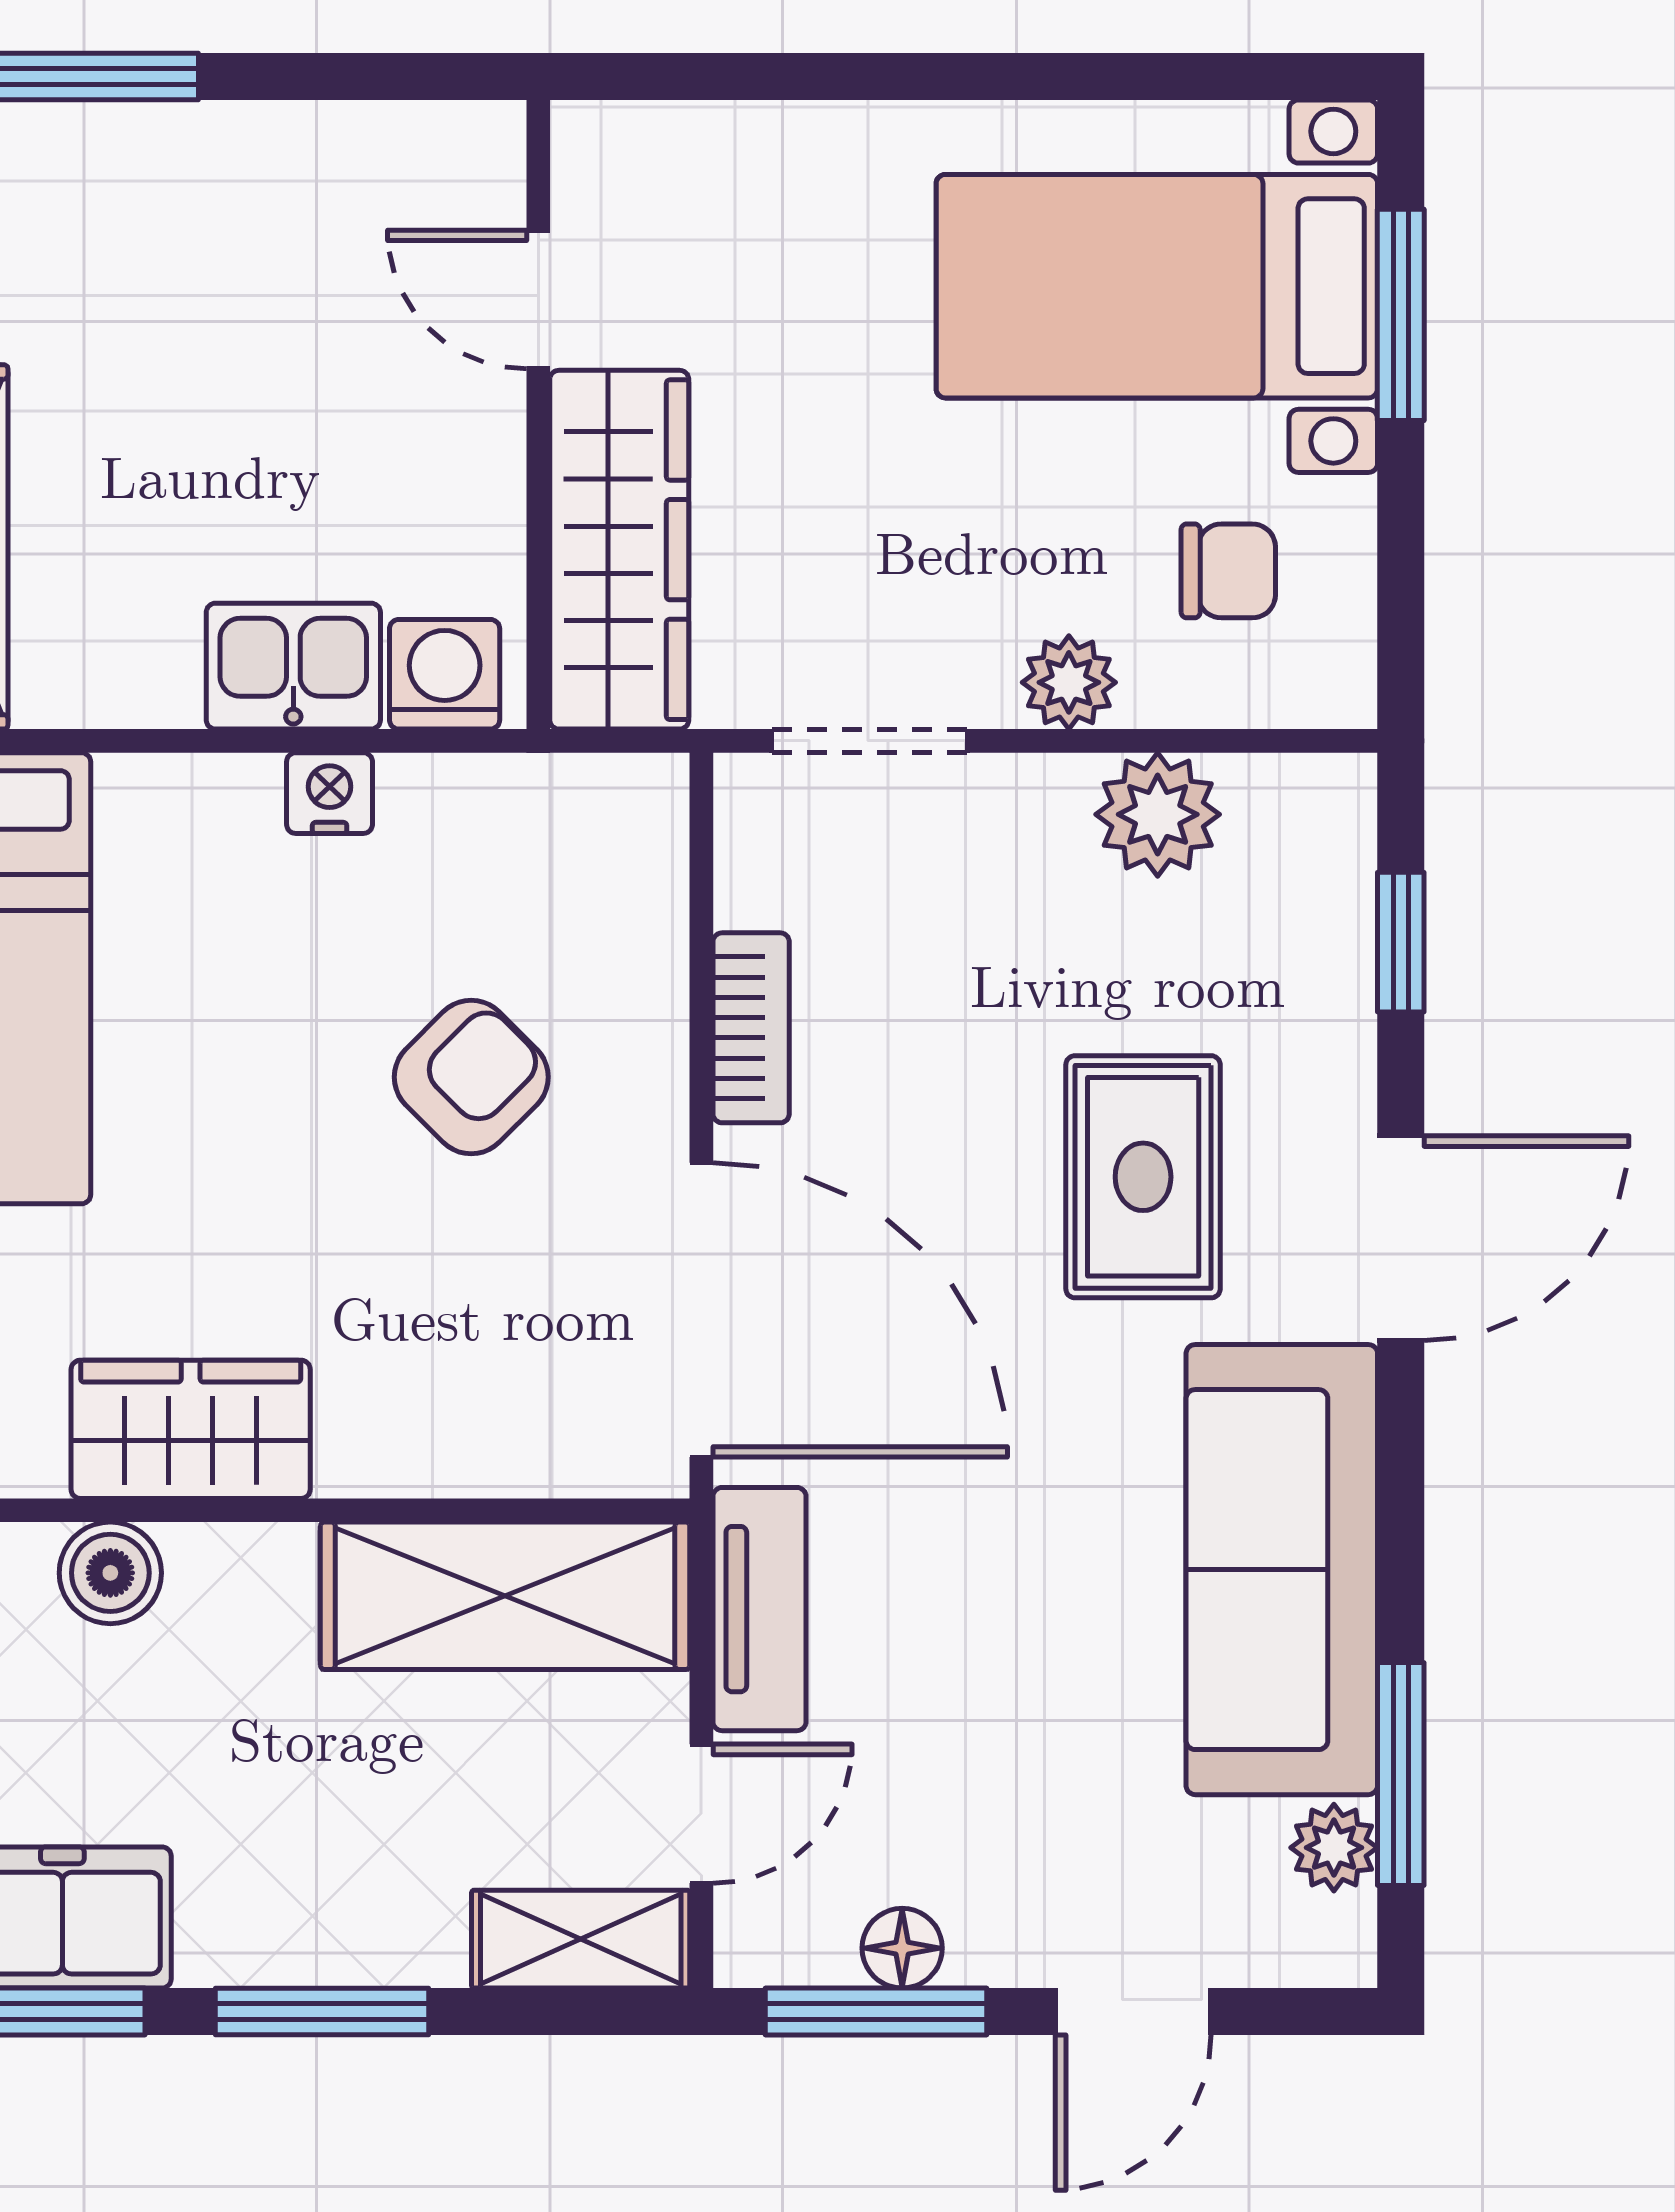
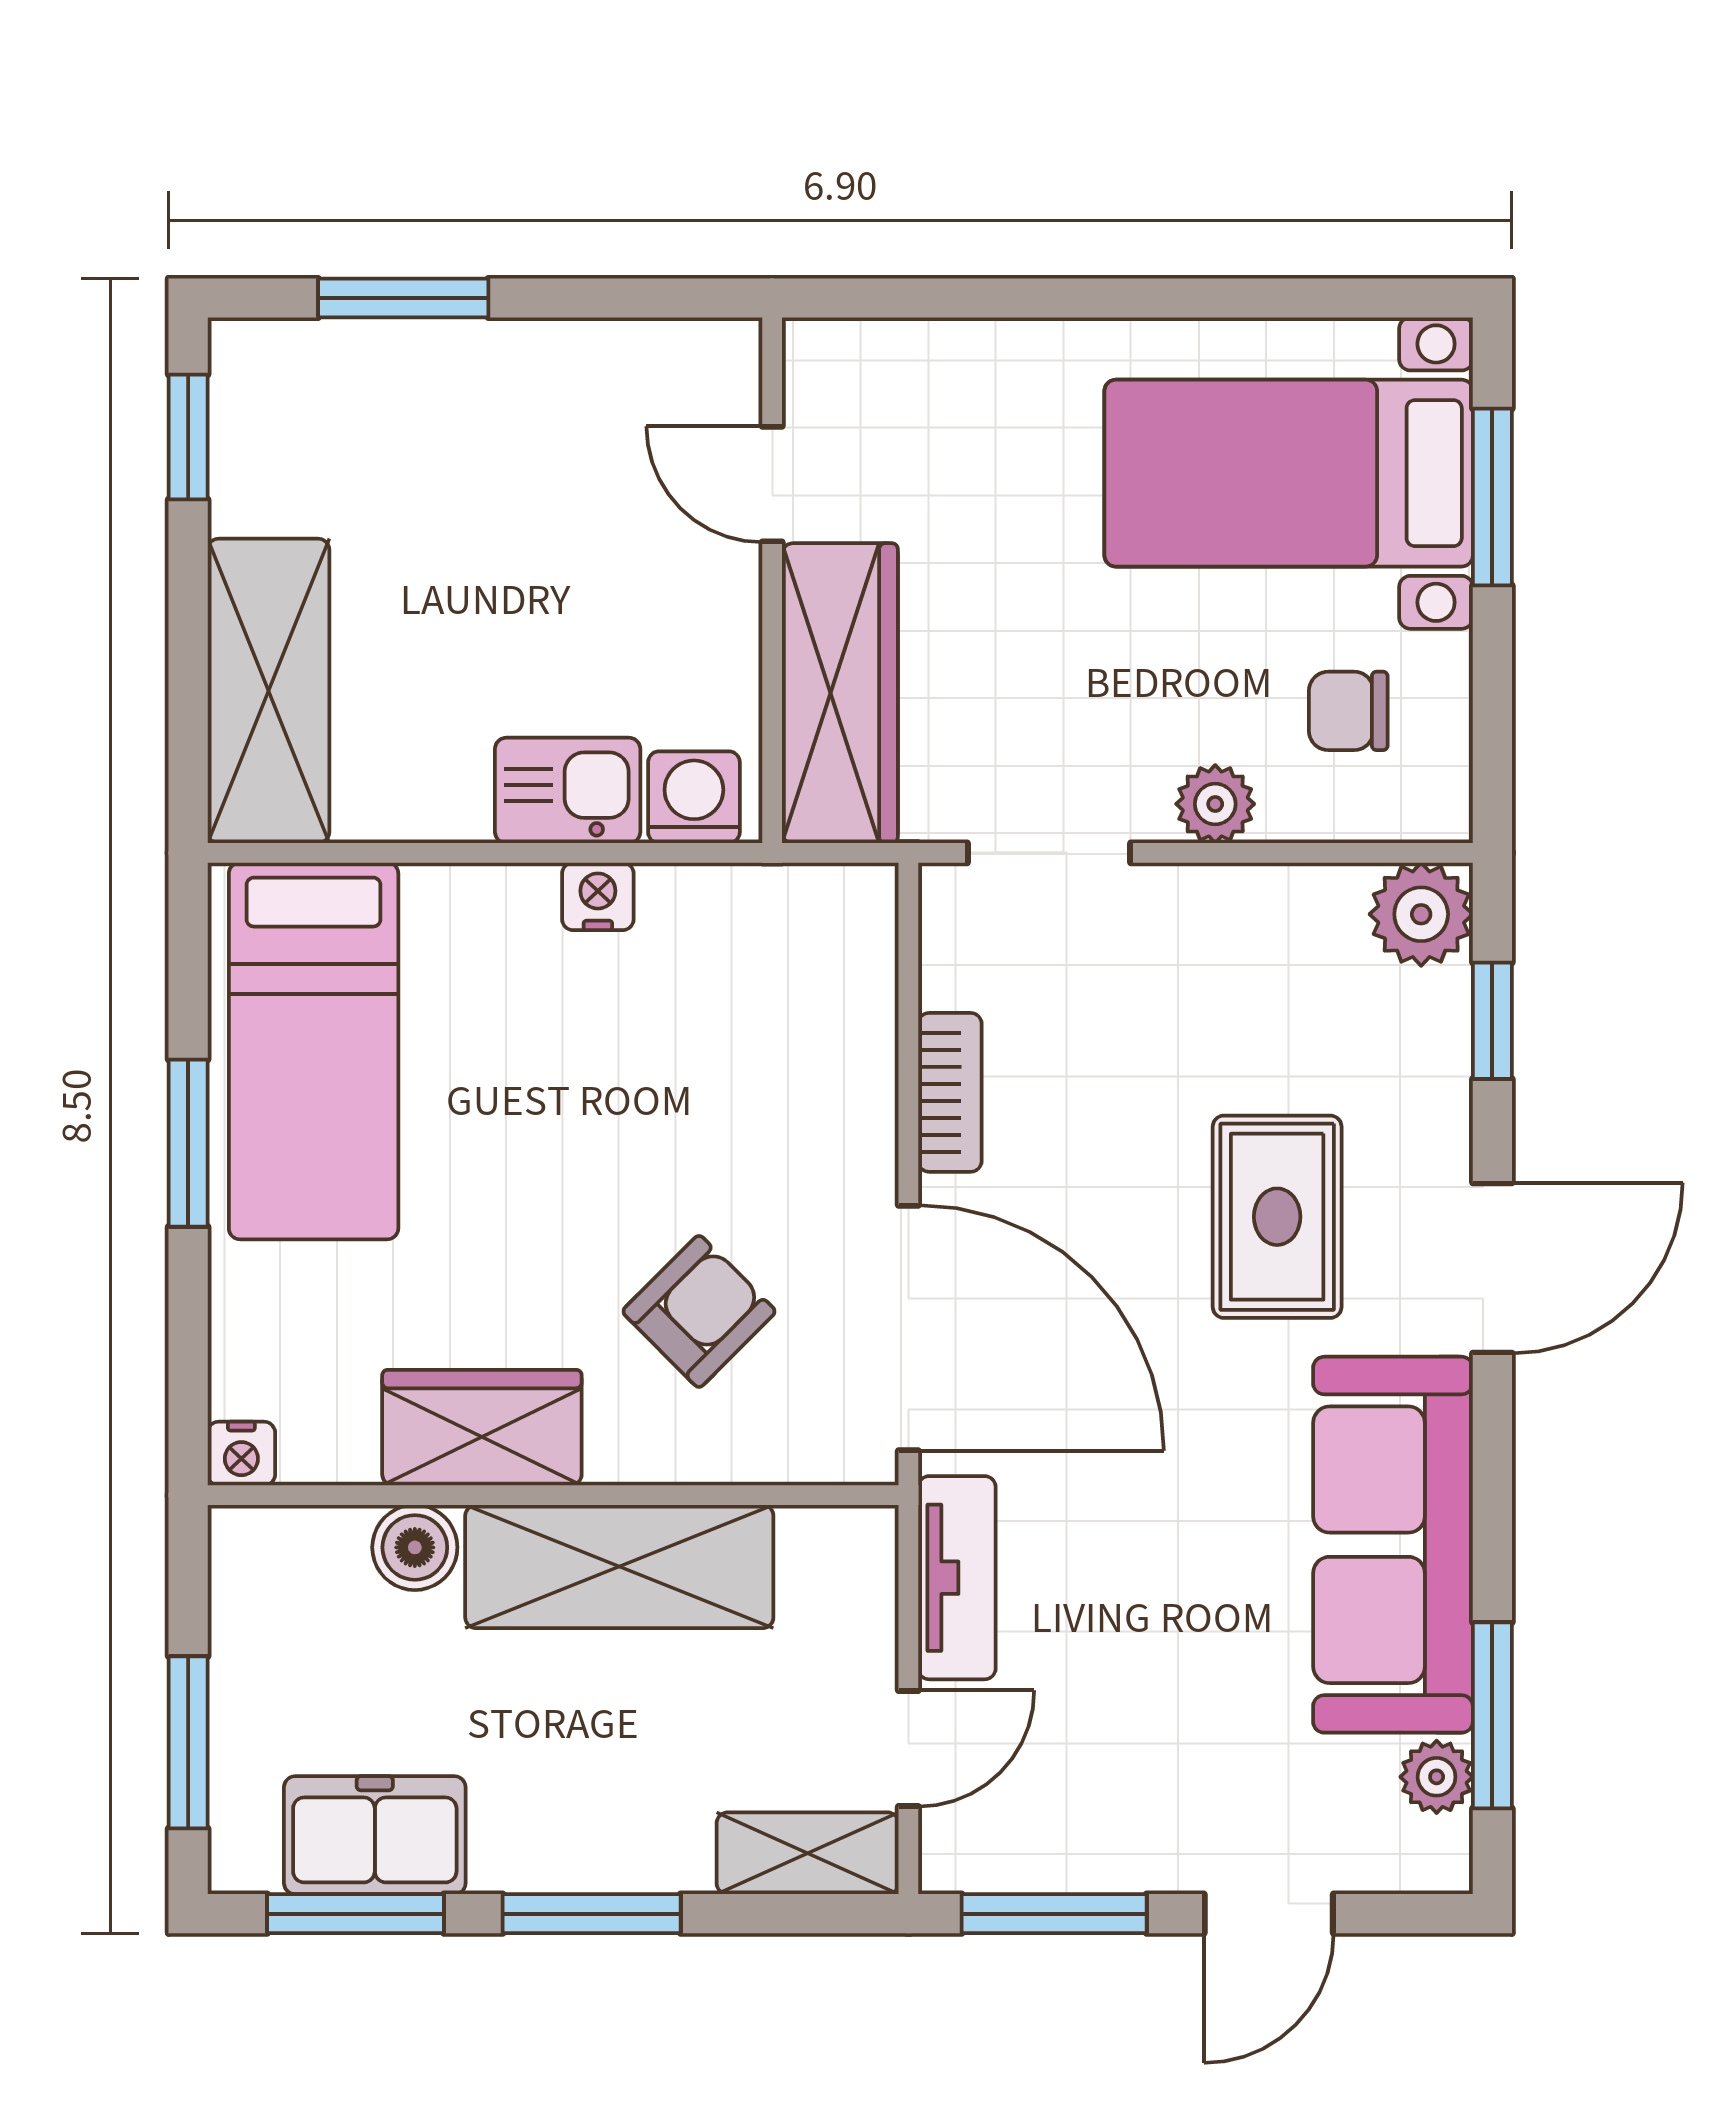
chair: (1228, 571) -> (1348, 711), turned 180
plant: (1158, 814) -> (1421, 914), moved
armchair: (471, 1077) -> (699, 1311), moved
shelving: (505, 1596) -> (619, 1567), moved
floor lamp: (902, 1948) -> (1076, 1861), removed

